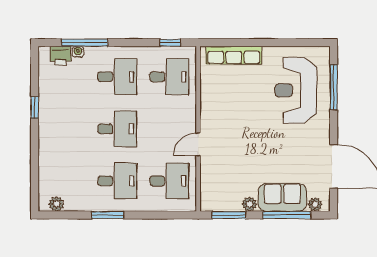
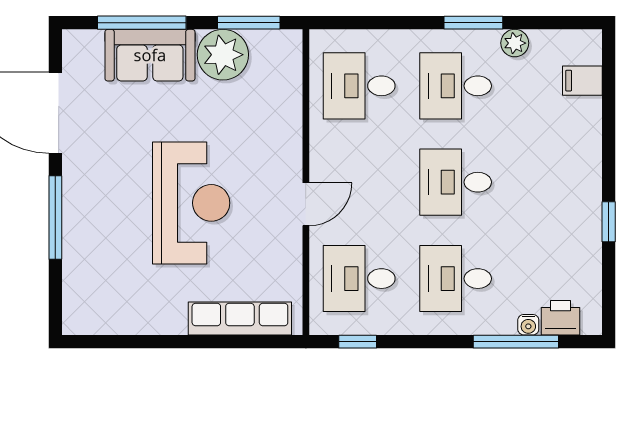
window: (334, 87) -> (55, 217), moved
reception desk: (296, 90) -> (191, 203), moved
door: (198, 144) -> (306, 204), moved
filing cabinet: (49, 184) -> (582, 81), added
plant: (56, 204) -> (515, 43), moved
plant: (249, 204) -> (223, 55), width x1.87, depth x1.87
plant: (315, 205) -> (90, 42), removed

